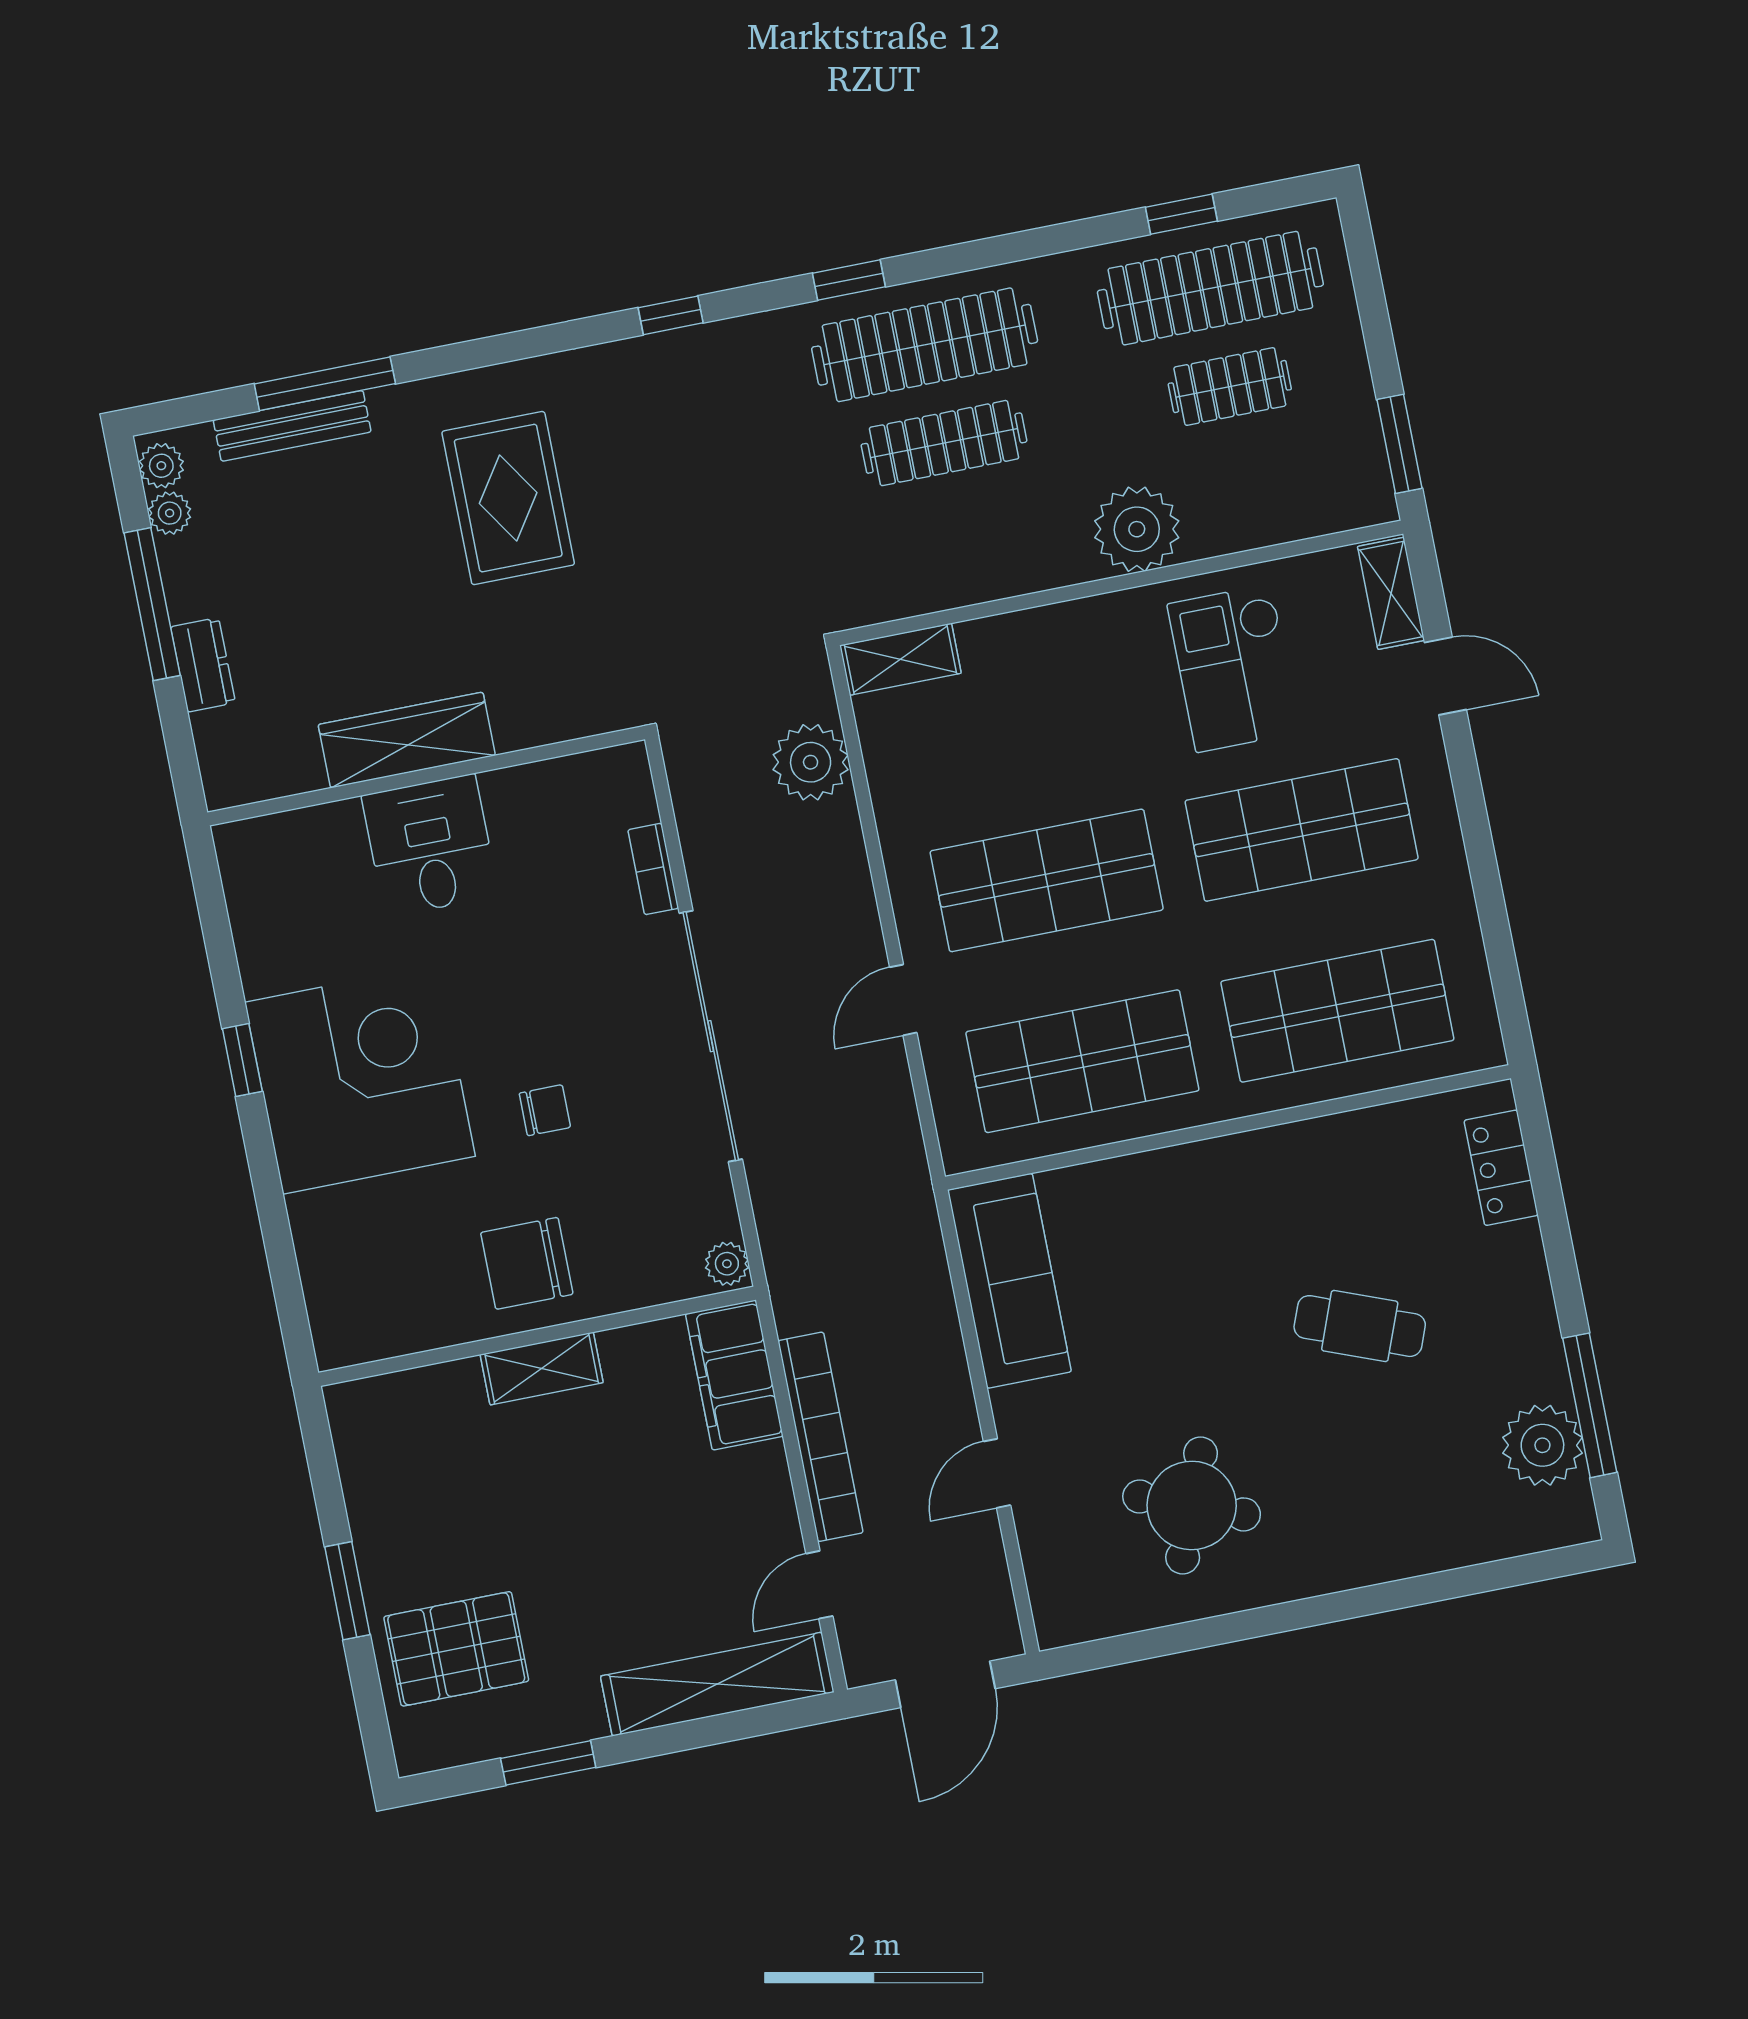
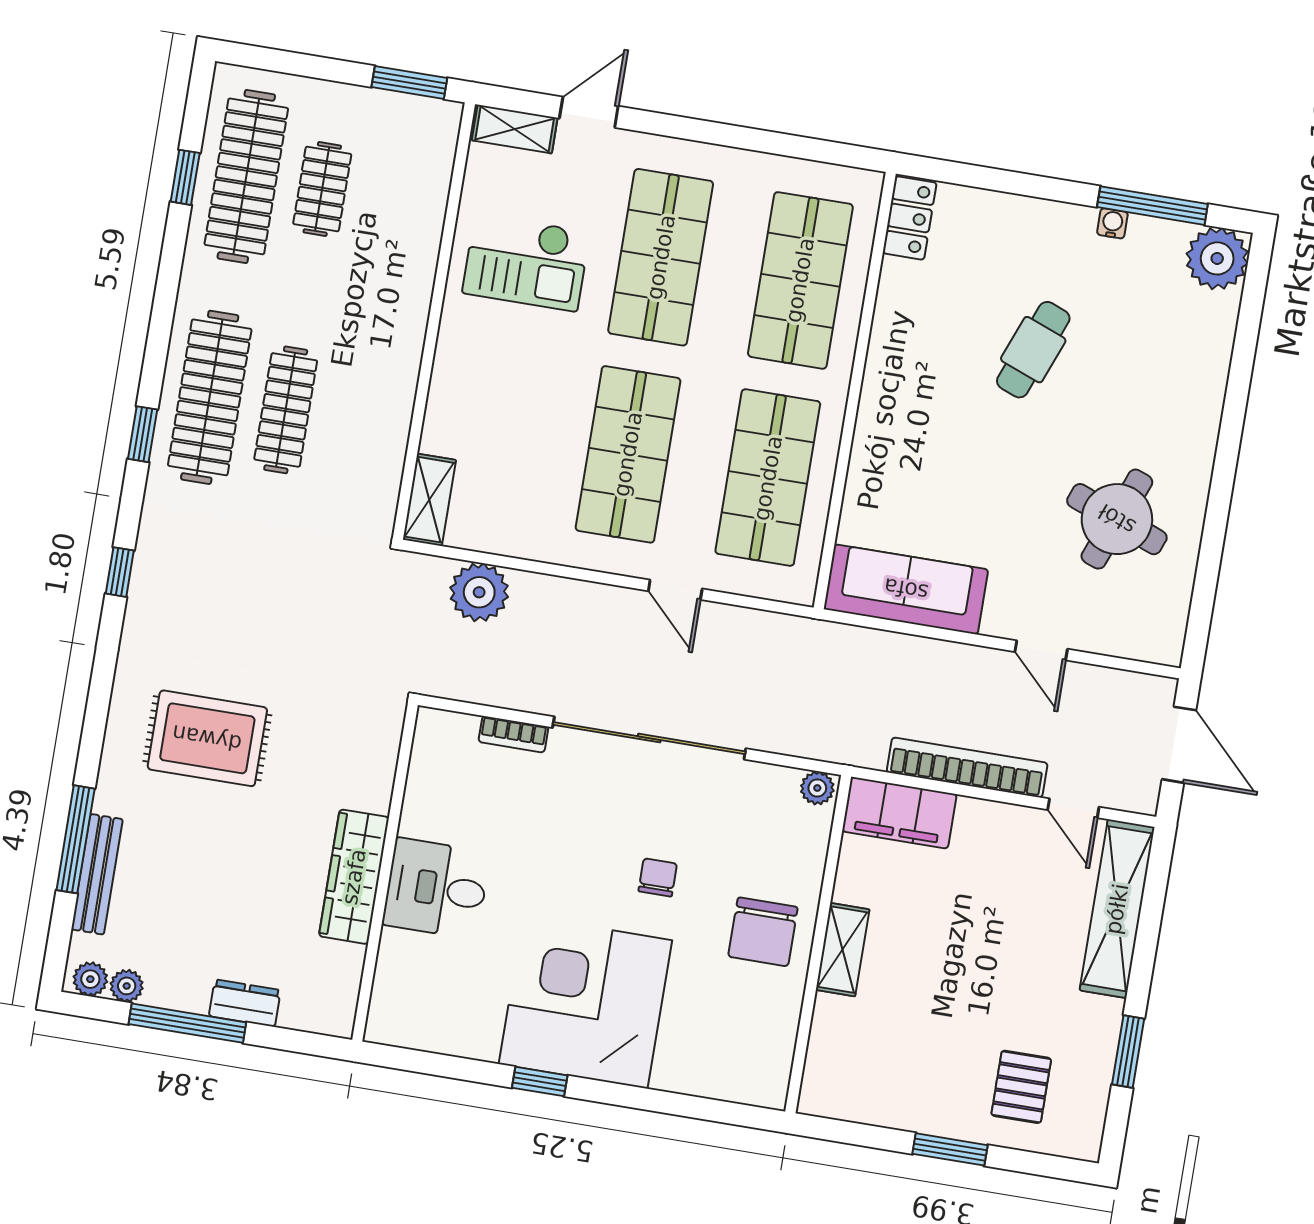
plant: (1137, 529) -> (400, 295), removed
locker: (1501, 1168) -> (910, 218), moved, turned -90
water cooler: (1550, 1365) -> (1112, 223), added
plant: (1542, 1445) -> (1217, 258), moved
pallet: (456, 1649) -> (1021, 1087), width x0.67, depth x0.71

